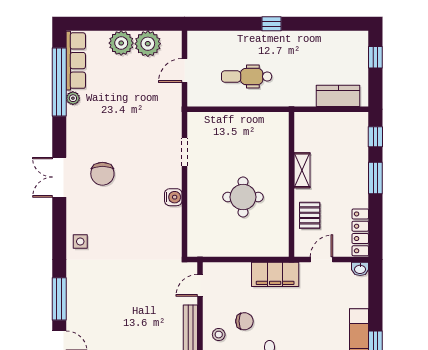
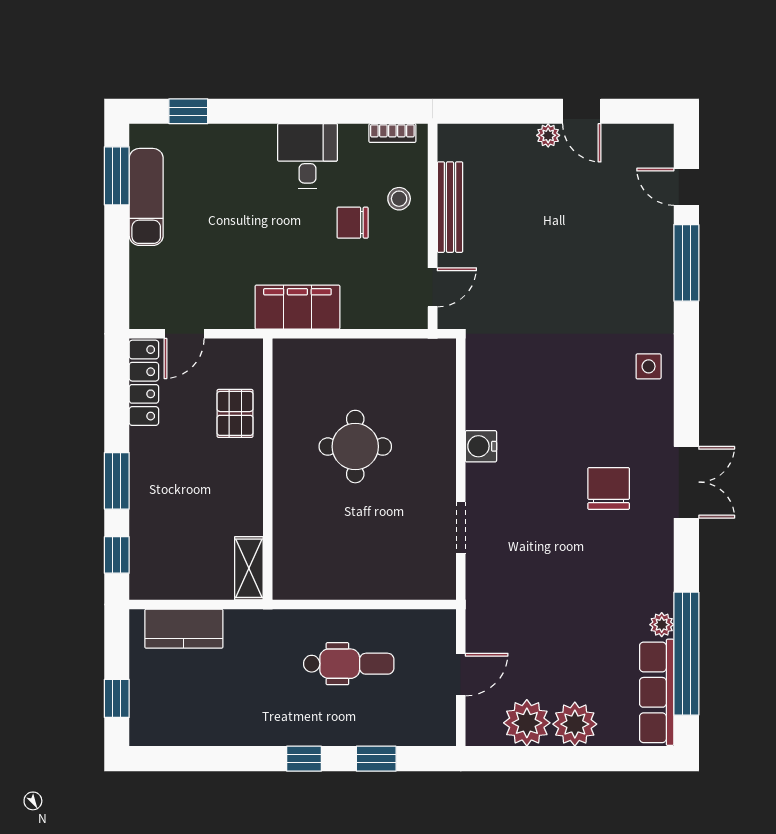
window: (231, 24) -> (376, 759), added
shelving: (302, 170) -> (249, 568), moved
door: (322, 260) -> (184, 334), moved
washbasin: (360, 269) -> (144, 317), removed

